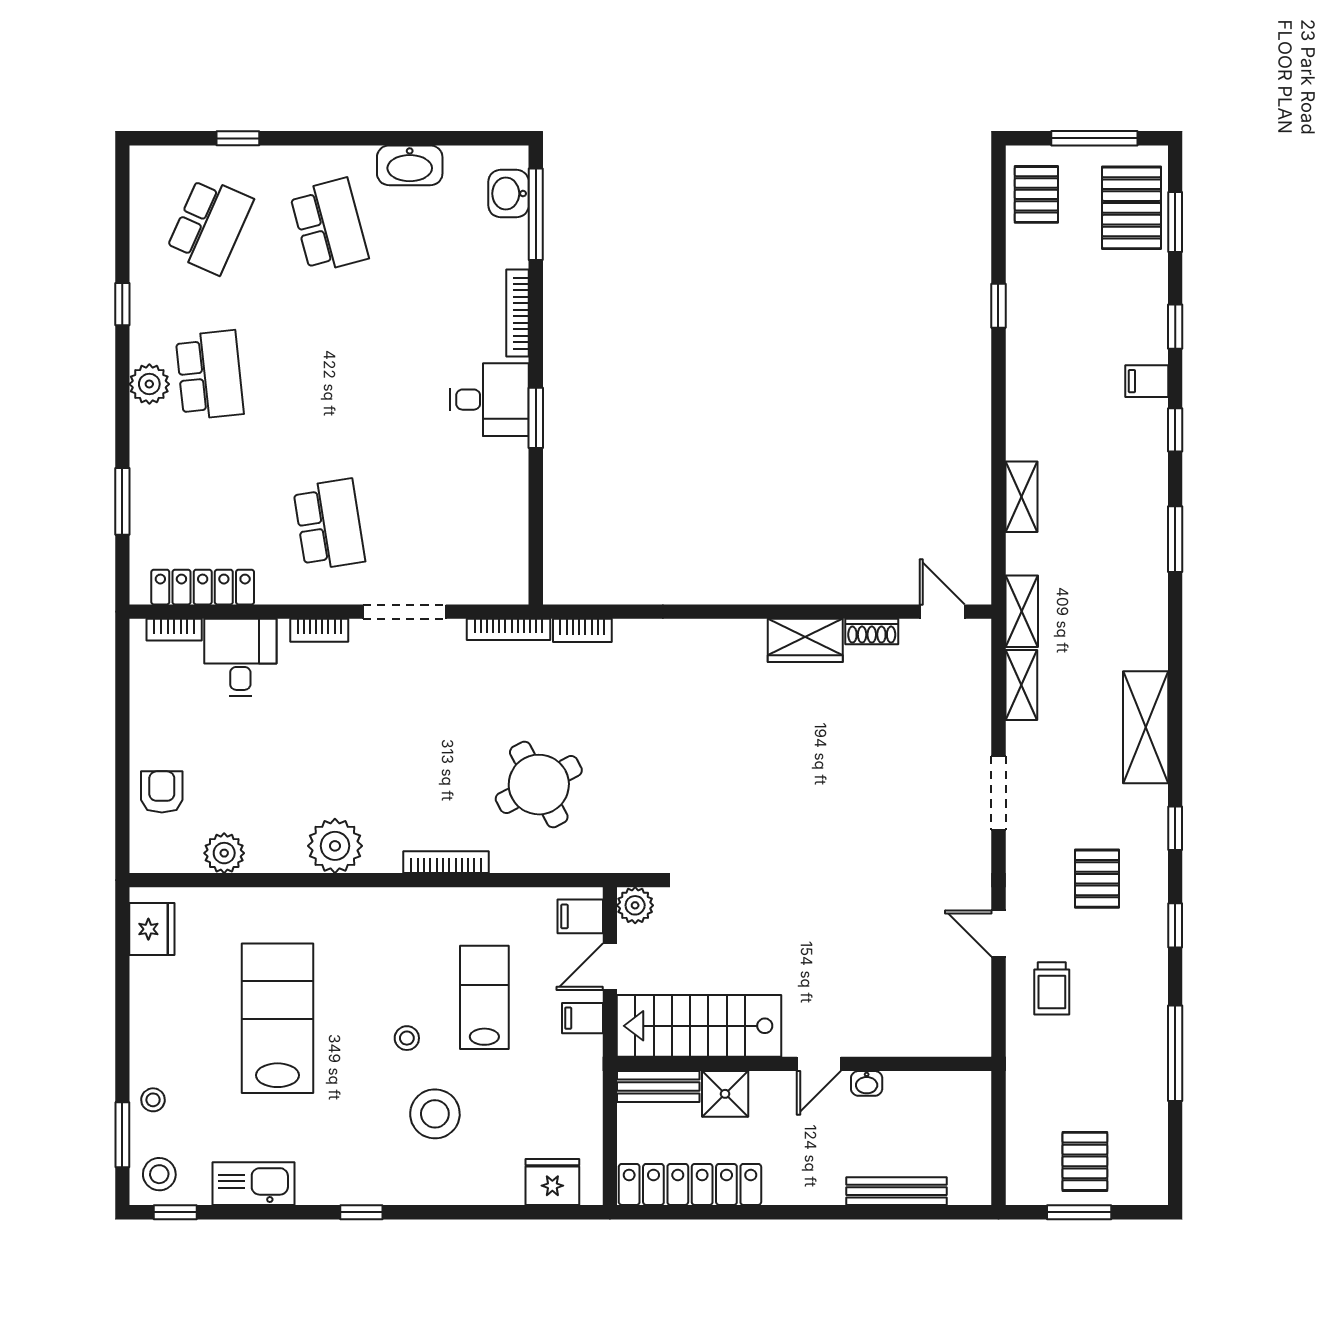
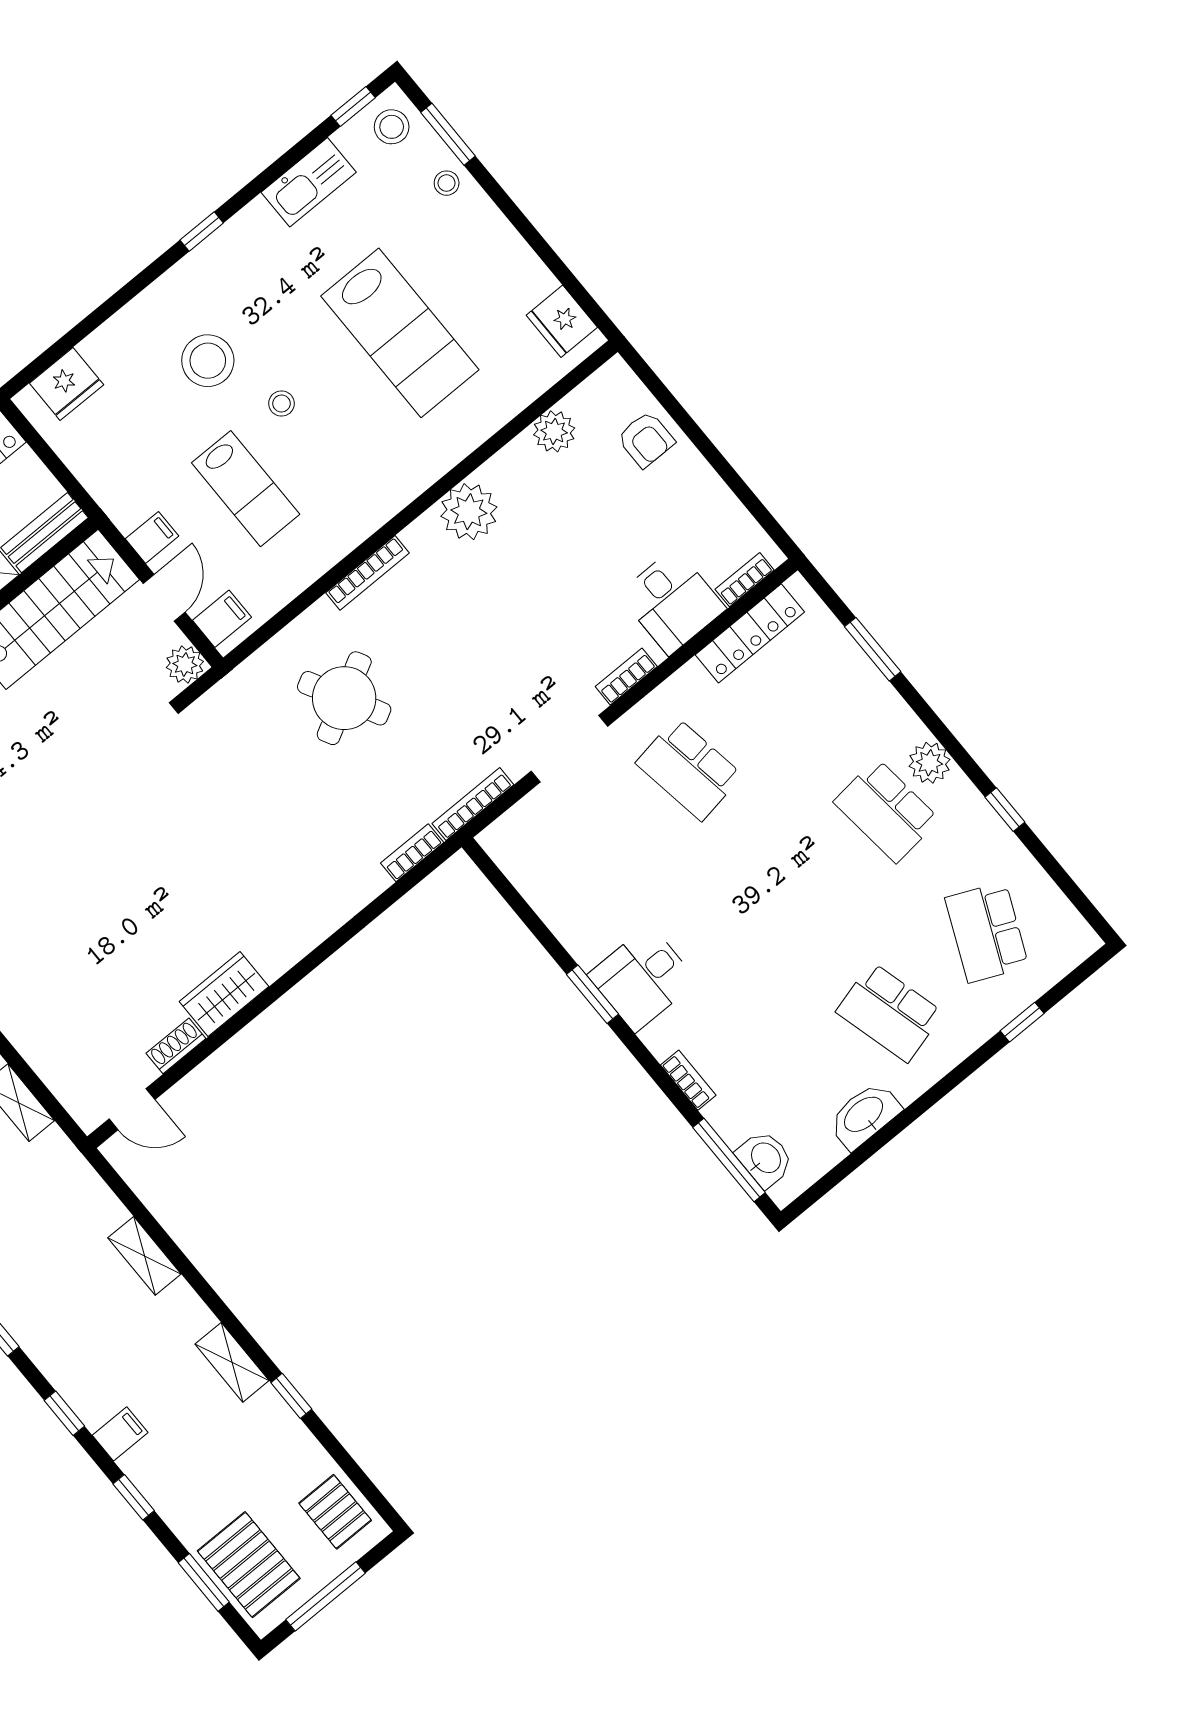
bookcase: (517, 313) -> (688, 1080), width x0.64
shelving: (1022, 611) -> (232, 1362), moved

